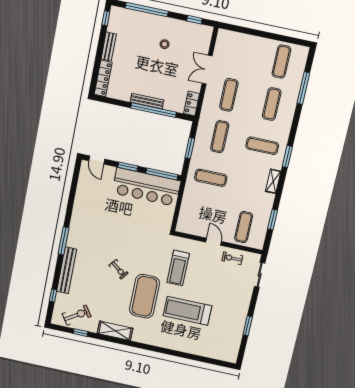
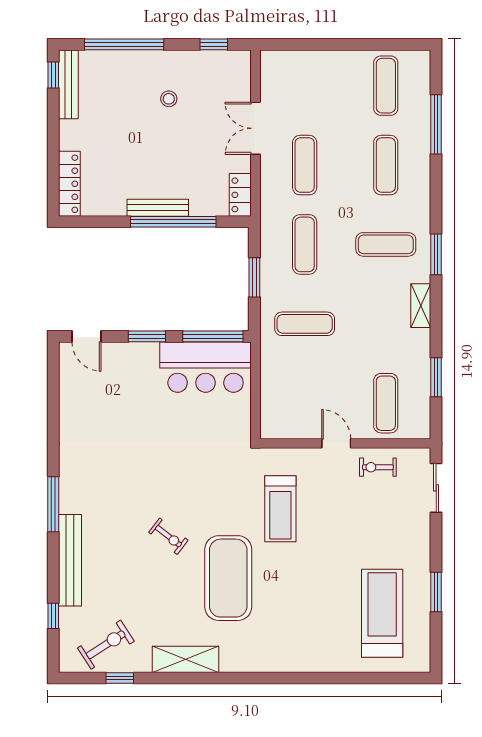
bench: (109, 47) -> (68, 84), moved, width x1.36
bar counter: (146, 187) -> (206, 367), width x0.73
treadmill: (187, 311) -> (382, 613), moved, turned 90

